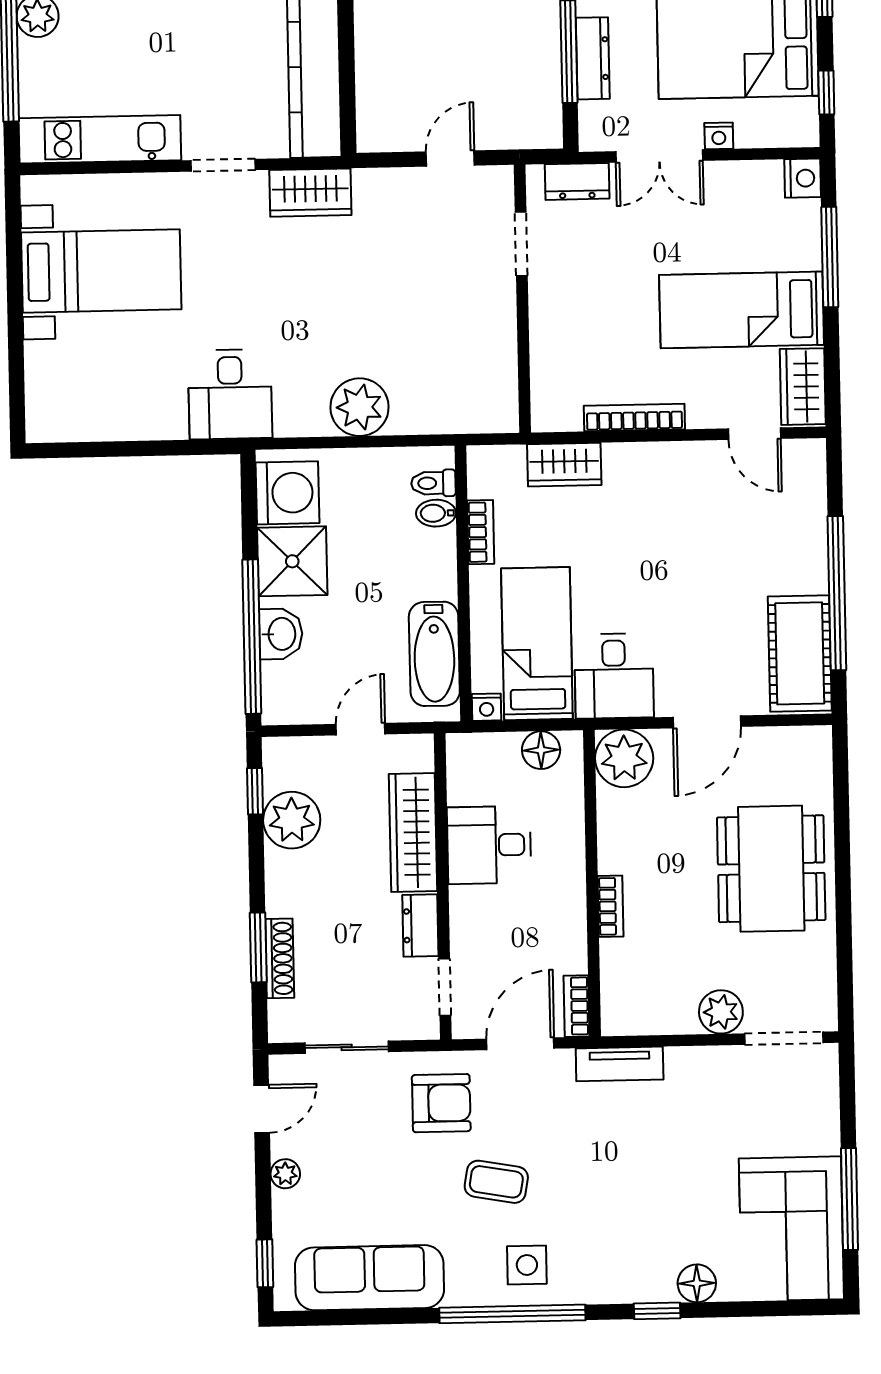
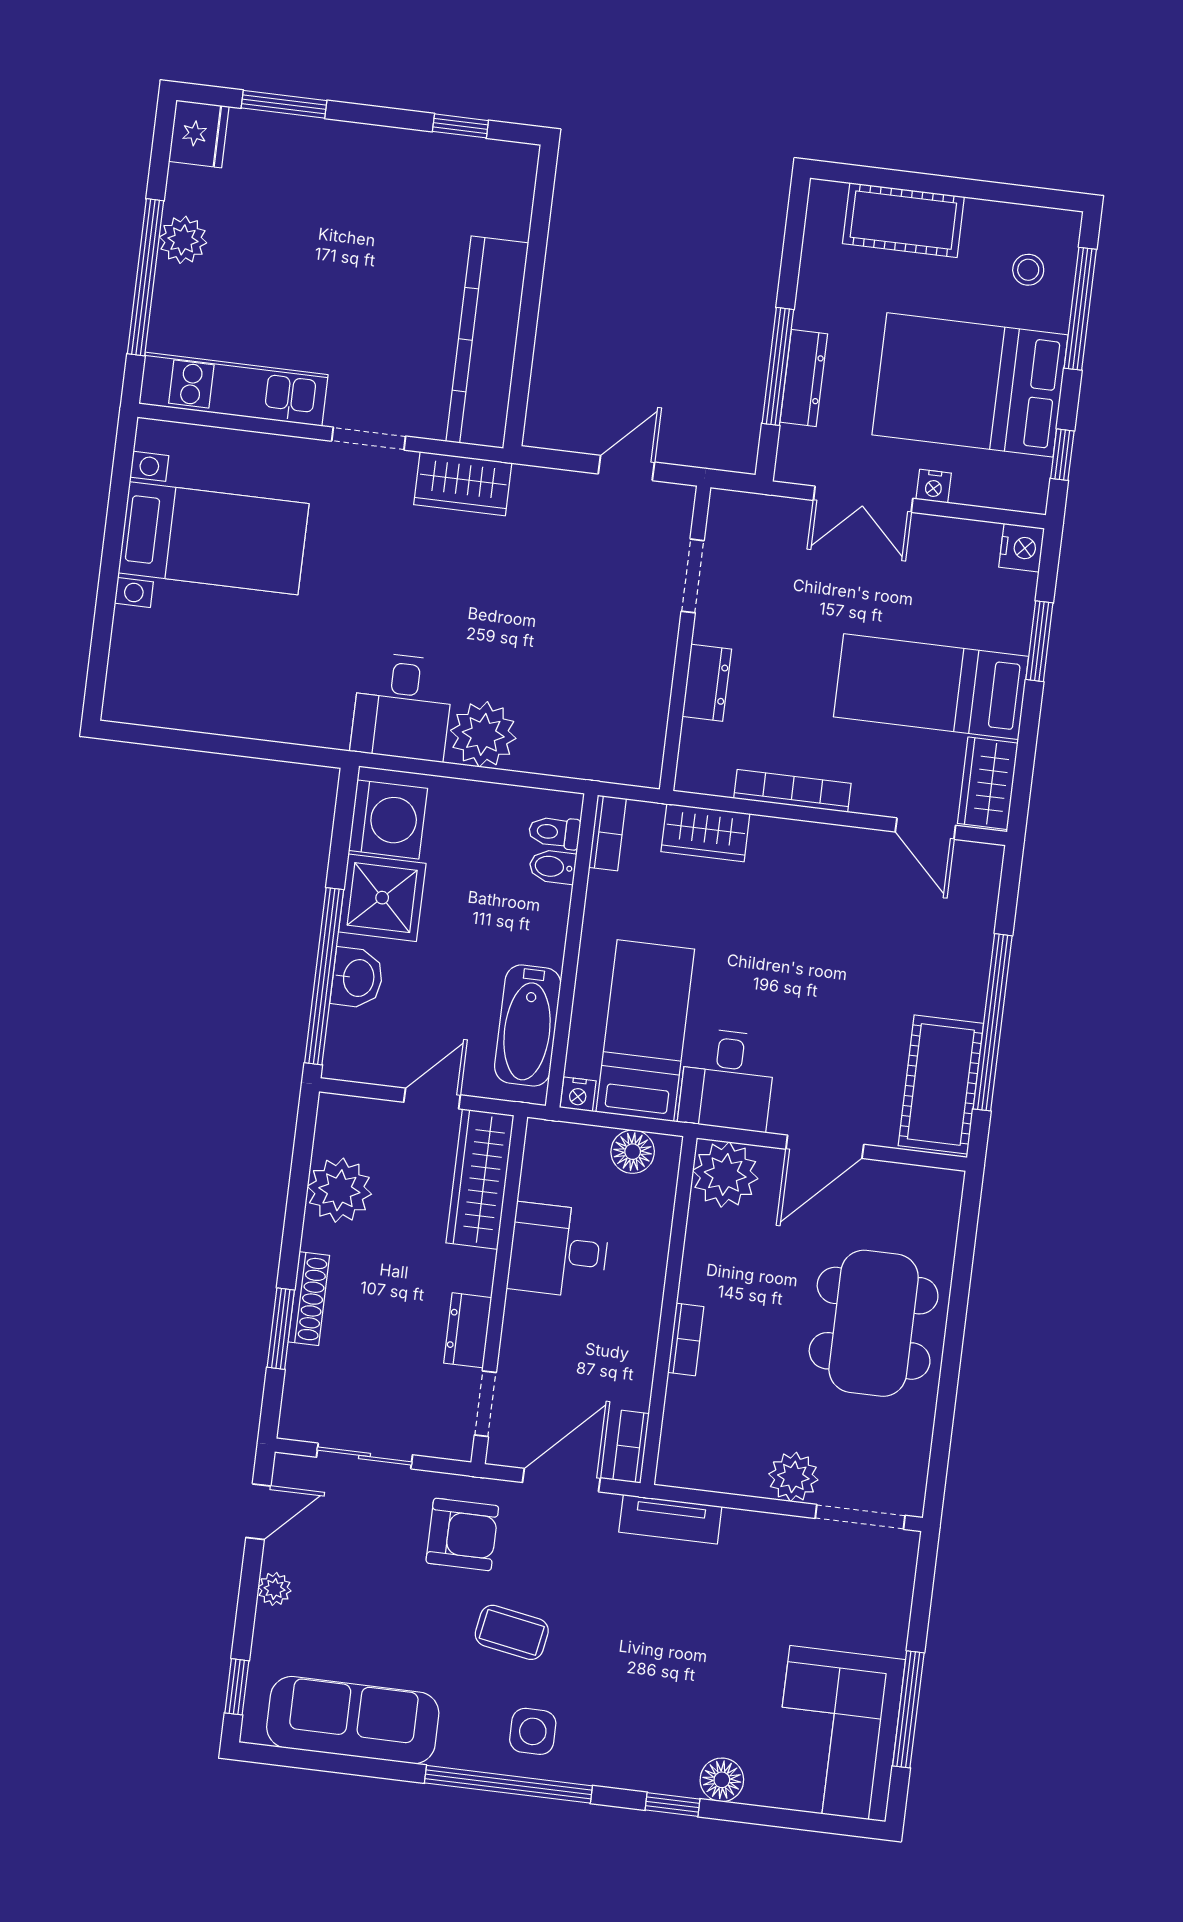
dresser: (577, 181) -> (707, 683), moved, turned -90
window: (830, 257) -> (1039, 641), width x0.69
desk: (230, 394) -> (402, 707), moved
bookcase: (481, 532) -> (608, 833), moved
window: (255, 791) -> (303, 1152), removed
wardrobe: (413, 832) -> (480, 1179), moved
shoe rack: (280, 958) -> (309, 1299), moved

